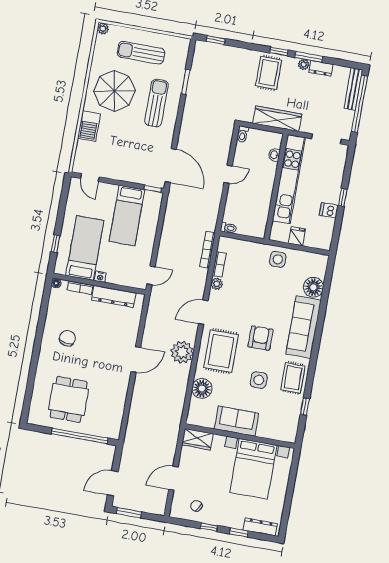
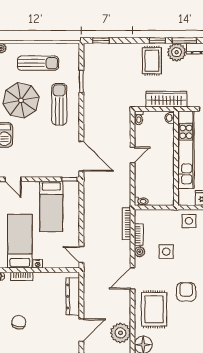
sun lounger: (141, 53) -> (38, 63), turned 180
plant: (304, 64) -> (177, 52), width x1.88, depth x1.88
washbasin: (274, 155) -> (170, 118), moved
door: (151, 275) -> (81, 255), swing flipped
dresser: (114, 296) -> (73, 296), moved, turned 90
plant: (182, 352) -> (121, 333), moved
side table: (259, 380) -> (166, 252), moved

